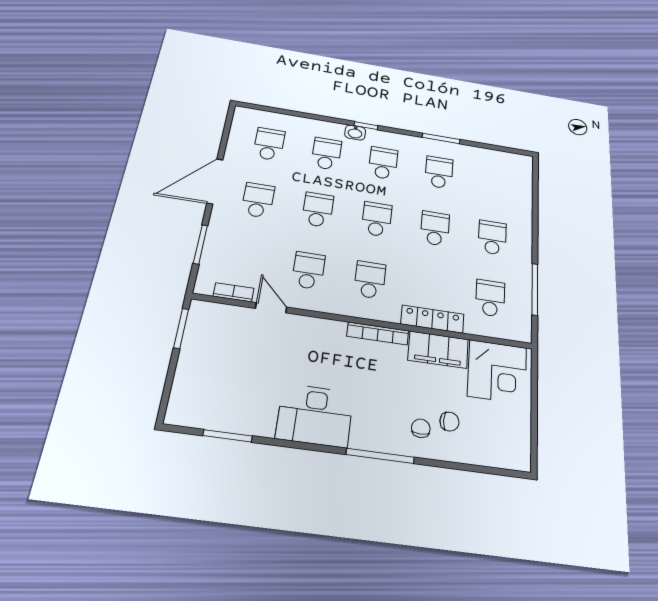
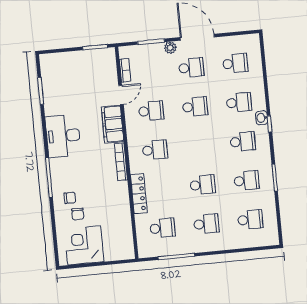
school desk: (377, 219) -> (250, 220), moved
plant: (219, 220) -> (170, 48), added
filing cabinet: (438, 350) -> (113, 124), moved
corner desk: (497, 372) -> (84, 245), moved, turned 90

